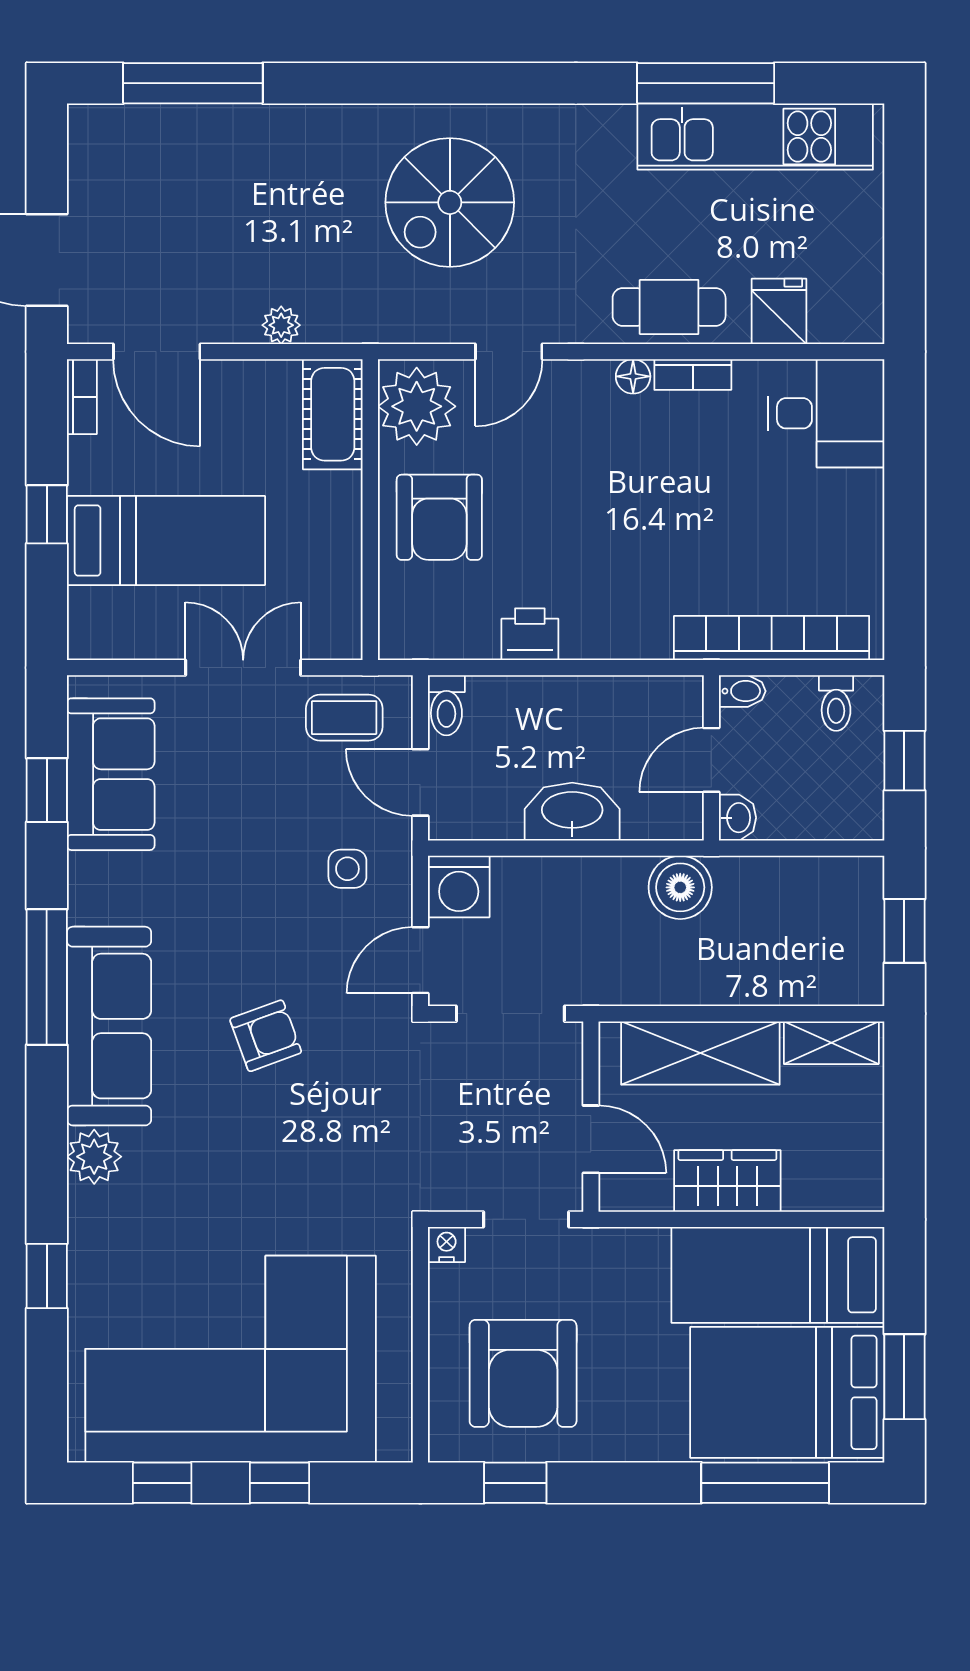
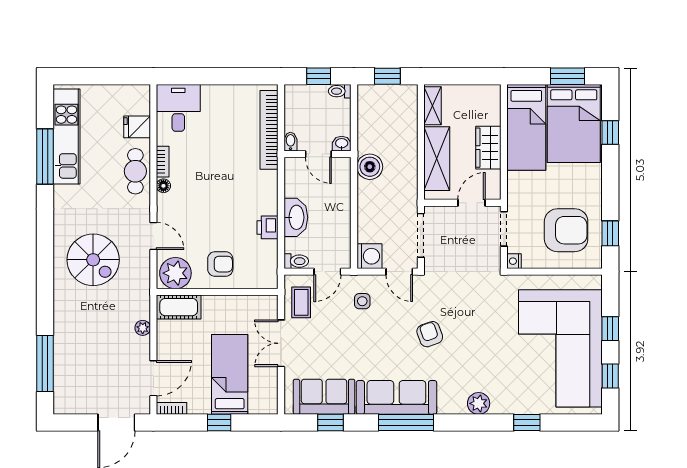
armchair: (439, 517) -> (220, 264), width x0.72, depth x0.72
toilet: (836, 703) -> (340, 91), moved, turned 180
washbasin: (572, 812) -> (296, 217), moved, turned 180
sofa: (109, 1026) -> (396, 397), moved
window: (765, 1483) -> (610, 132), width x0.46

